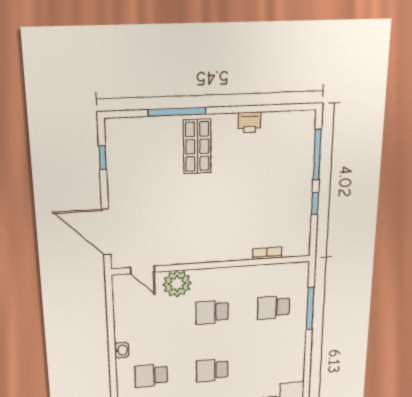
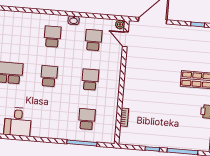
door: (142, 270) -> (125, 39), hinge flipped
plant: (177, 284) -> (120, 24), moved, width x0.53, depth x0.53
school desk: (149, 317) -> (93, 40), added

